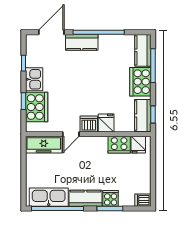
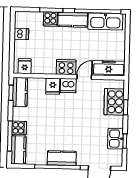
kitchen counter: (82, 42) -> (62, 158), moved
kitchen sink: (34, 79) -> (116, 139), moved
cooker: (140, 82) -> (19, 128), width x0.53, depth x0.76
cooker: (119, 145) -> (66, 67), moved
dishwasher: (143, 200) -> (21, 34), moved

